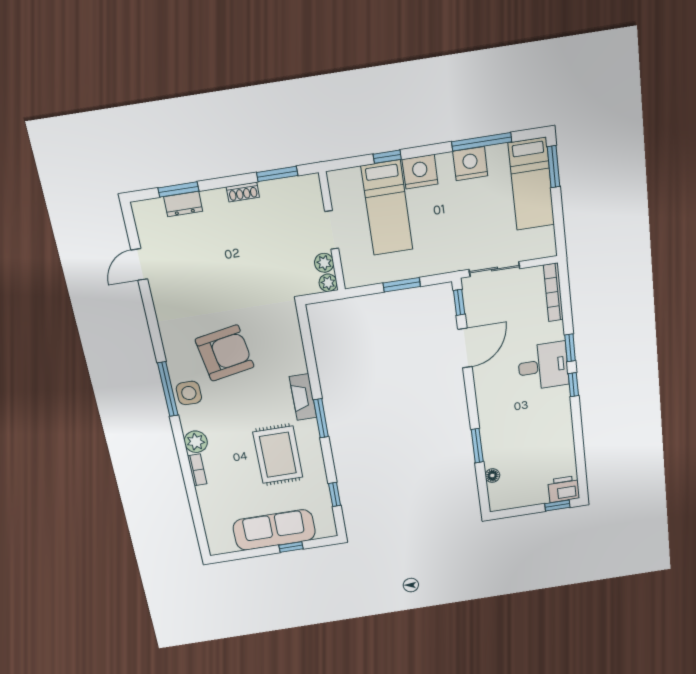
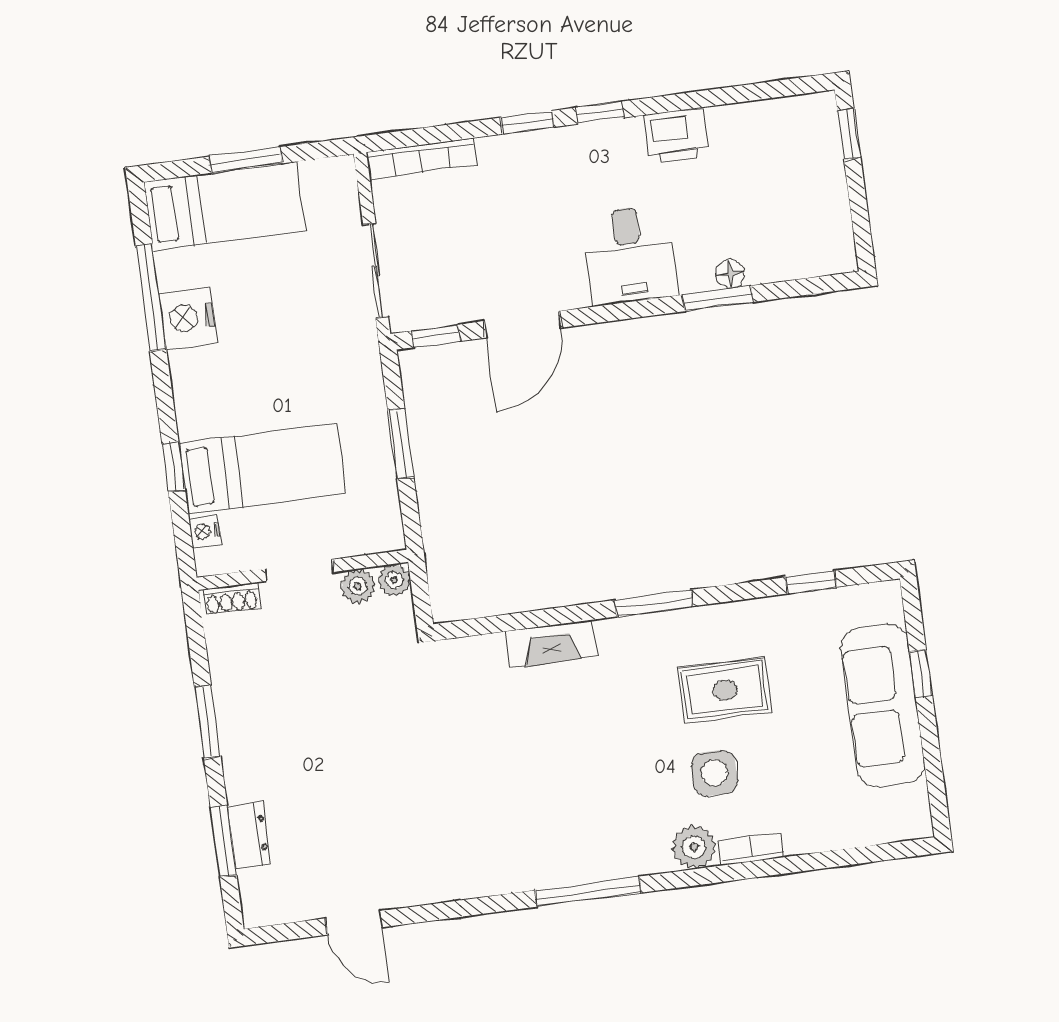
window: (554, 167) -> (246, 160), moved
nightstand: (420, 172) -> (205, 531), moved, width x0.53, depth x0.56
window: (277, 174) -> (208, 721), moved
shoe rack: (243, 192) -> (232, 599), moved, turned 90
door: (465, 348) -> (523, 324), swing flipped
armchair: (225, 353) -> (521, 779), removed
desk: (543, 366) -> (630, 255), moved, turned 180
side table: (189, 393) -> (714, 773), moved
fireplace: (303, 397) -> (551, 644), moved
rug: (278, 455) -> (725, 690), width x0.73, depth x0.70
floor lamp: (492, 476) -> (730, 274), moved
printer: (564, 489) -> (676, 136), moved, turned -90

